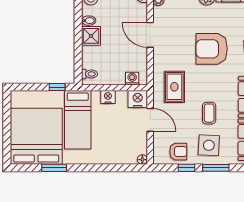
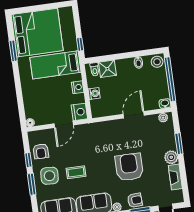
shower: (91, 36) -> (107, 69), moved
washing machine: (132, 79) -> (94, 93), moved
rug: (174, 87) -> (94, 141), removed

